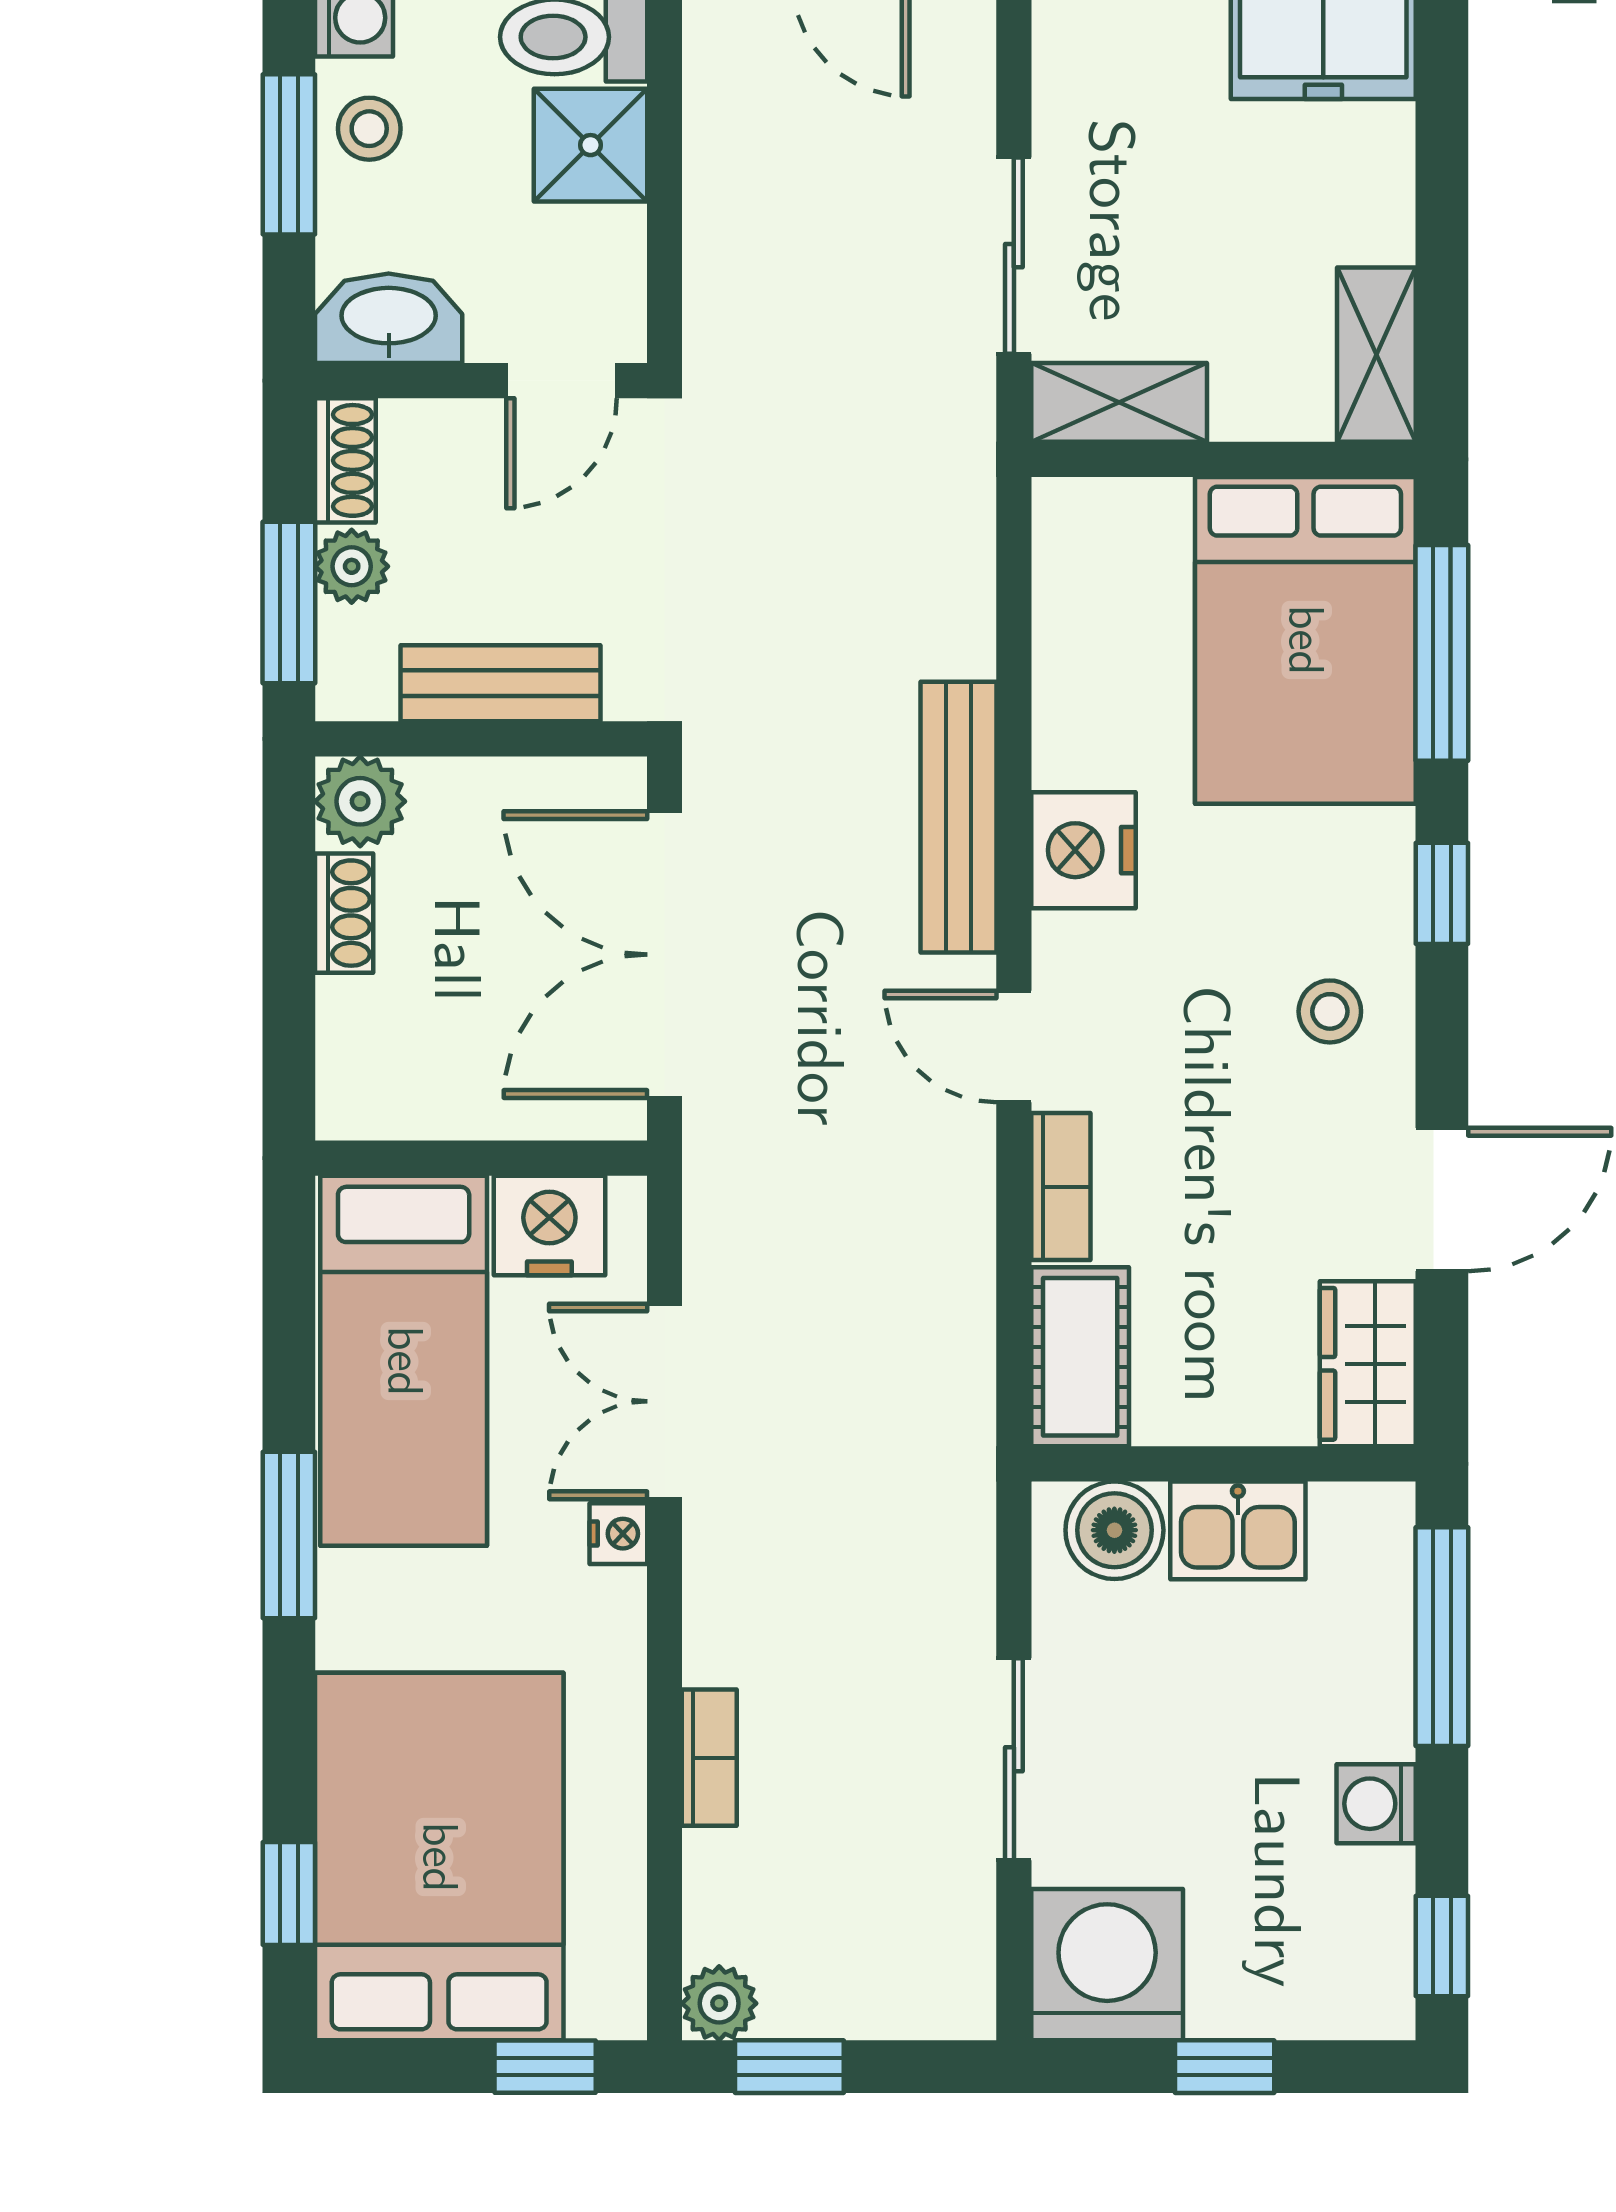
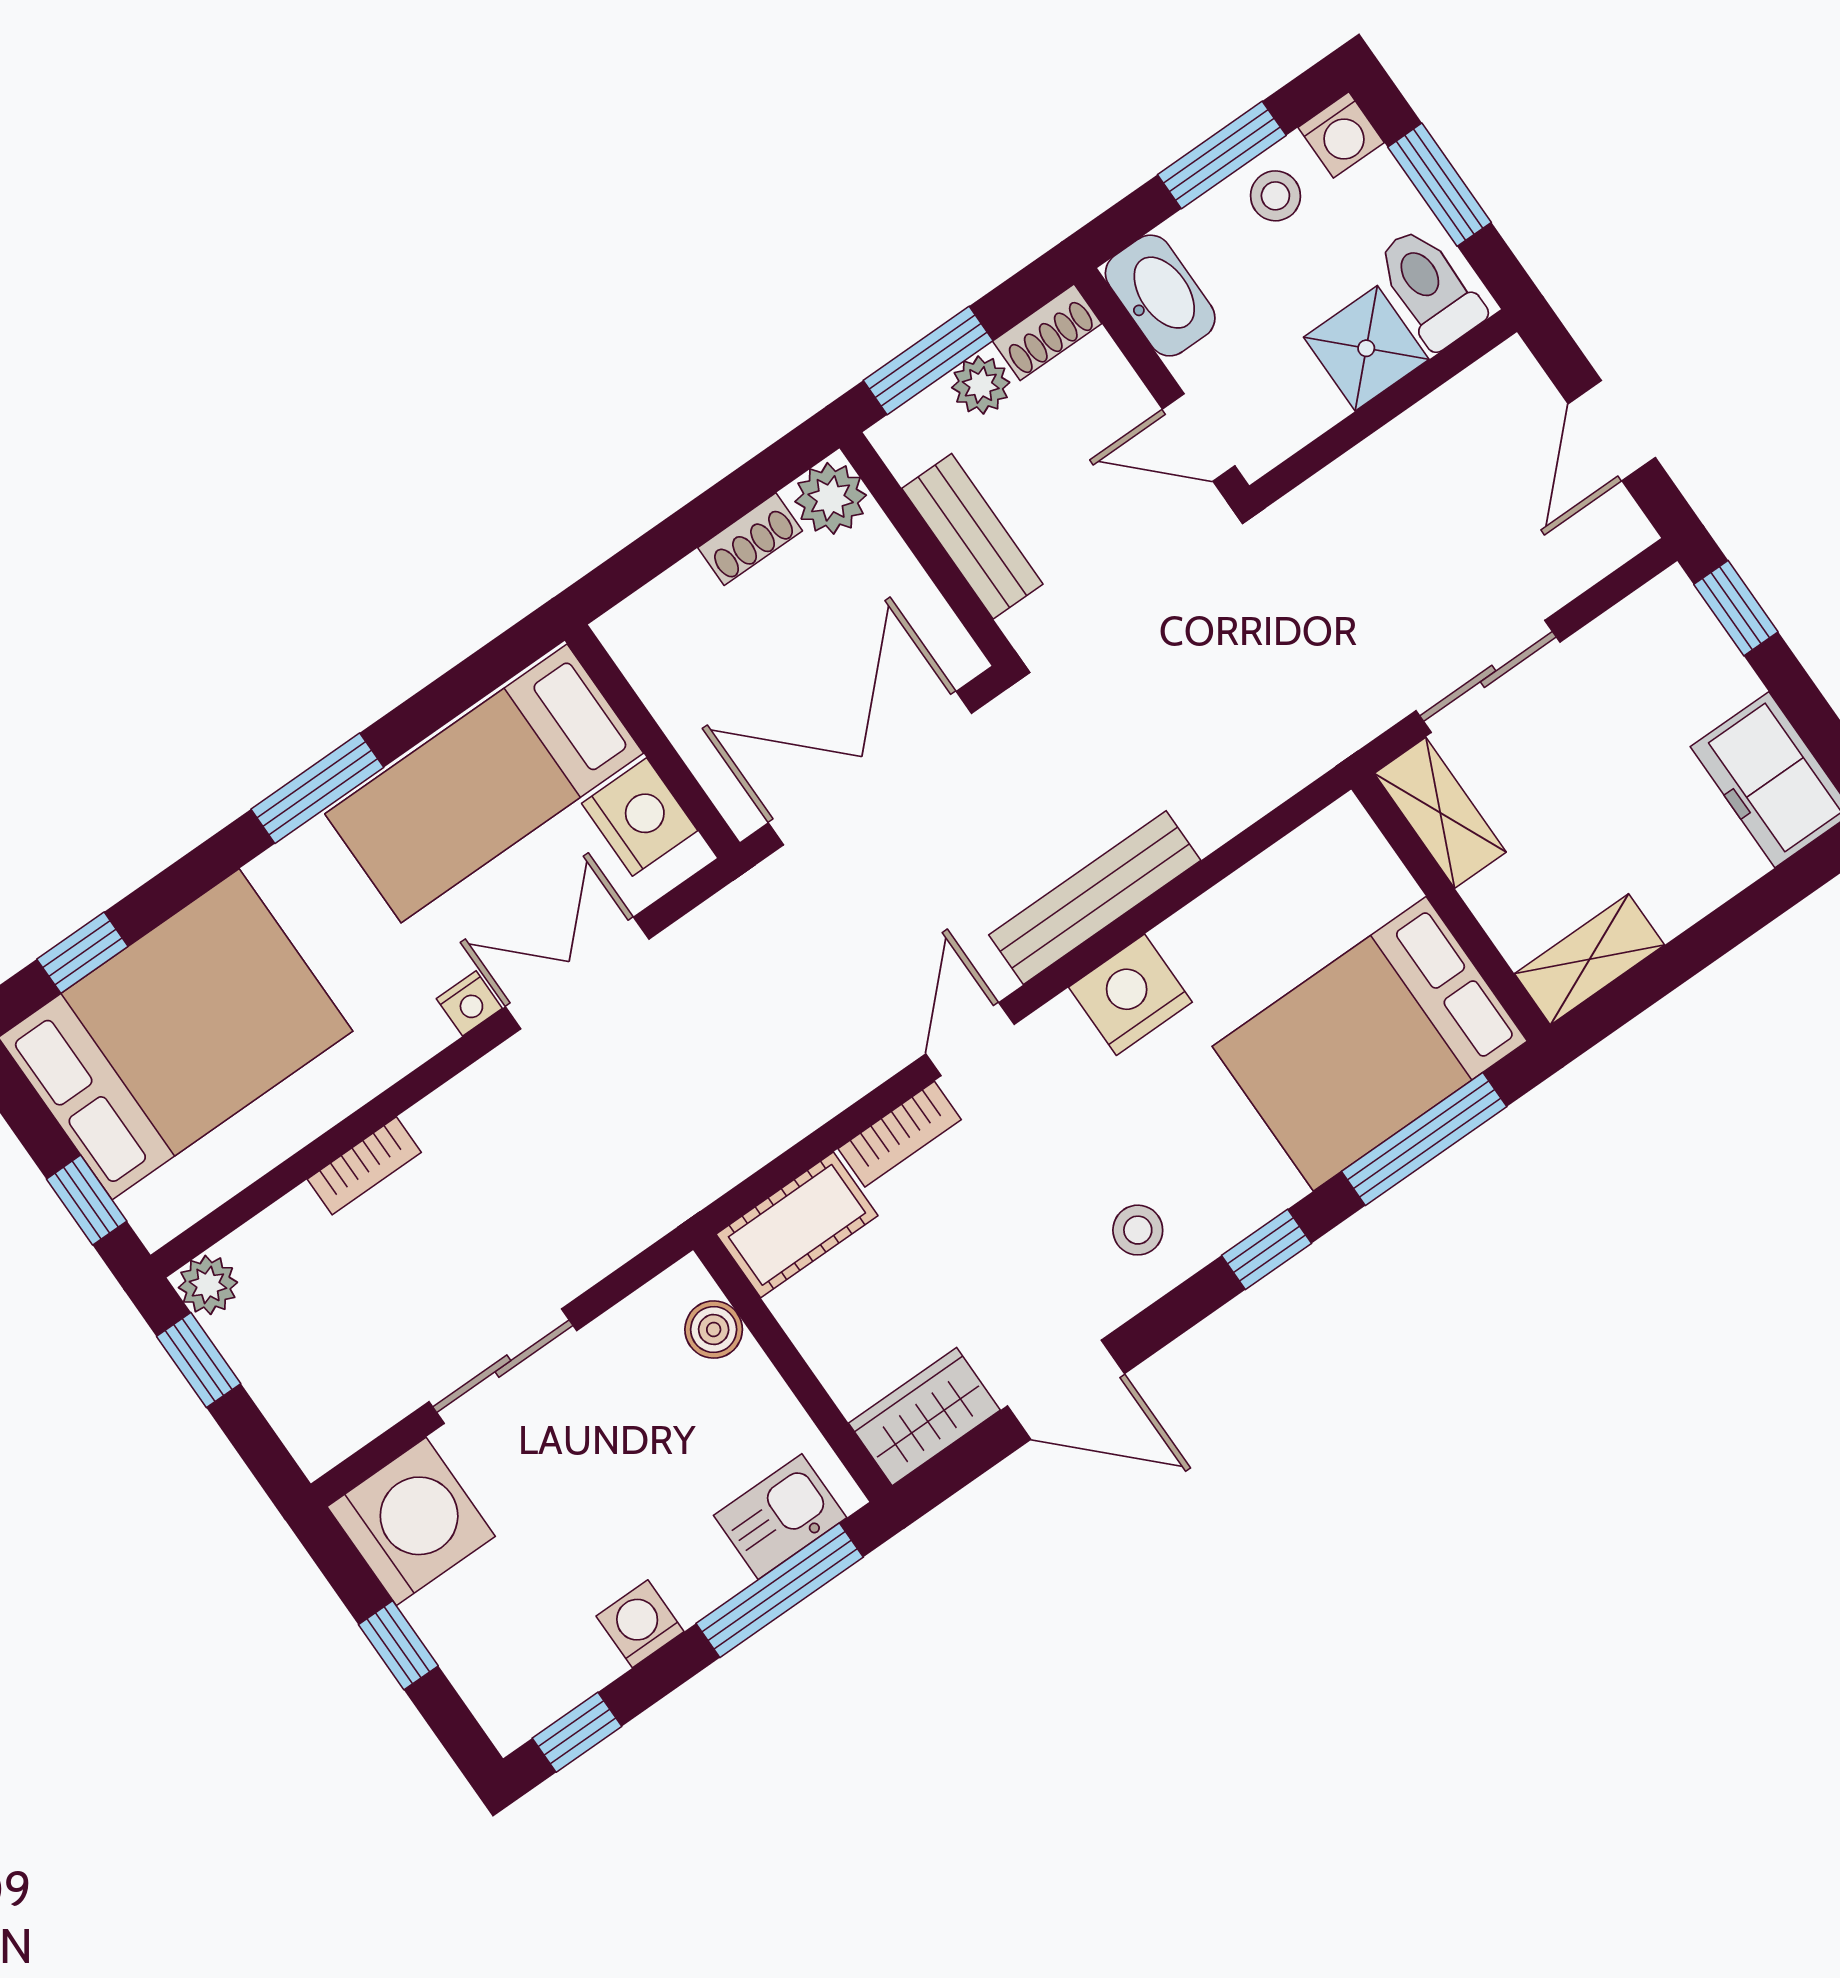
boiler: (1114, 1530) -> (714, 1329), width x0.73, depth x0.73
kitchen sink: (1238, 1530) -> (780, 1517), moved, turned 90

